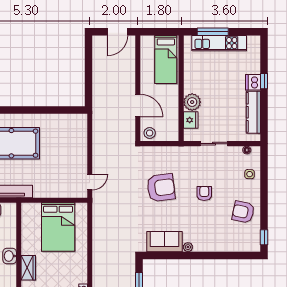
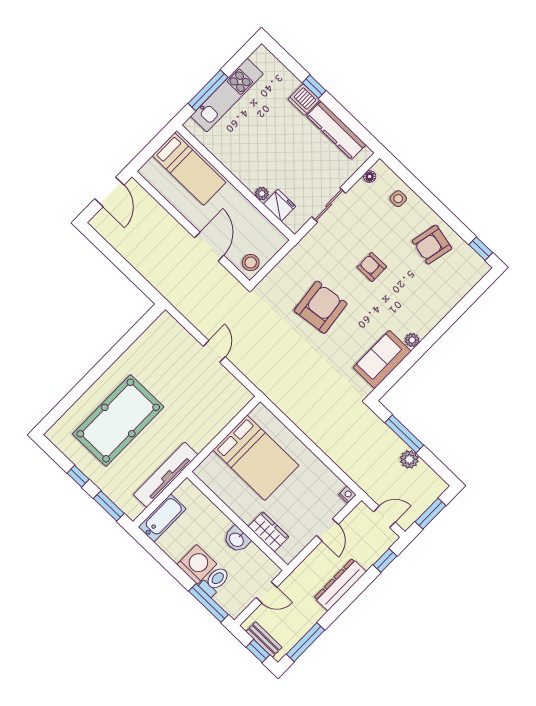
plant: (192, 102) -> (262, 194), width x0.53, depth x0.53
door: (138, 105) -> (209, 247), hinge flipped
door: (90, 182) -> (214, 351), moved

